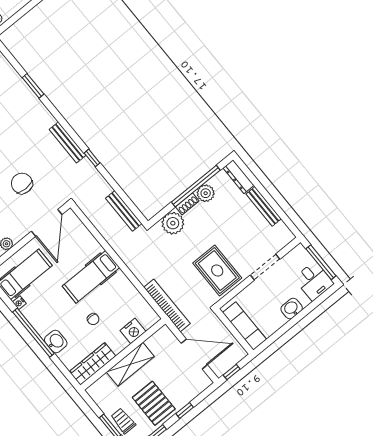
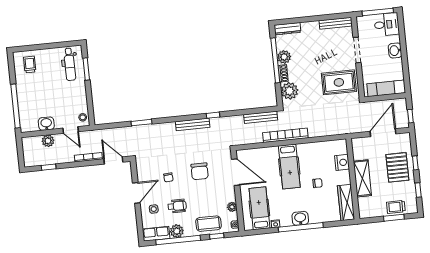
chair: (22, 183) -> (200, 171), turned -90
bench: (264, 206) -> (336, 23), moved
bookcase: (167, 305) -> (285, 135), moved
washbasin: (56, 341) -> (300, 218), moved
pallet: (154, 403) -> (397, 167), moved, turned 90

